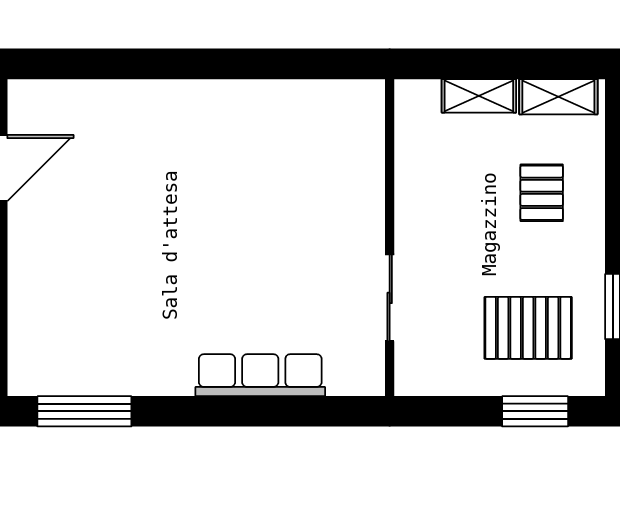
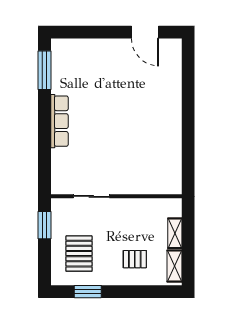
row of seats: (260, 375) -> (59, 121), moved
window: (535, 411) -> (44, 225), moved

